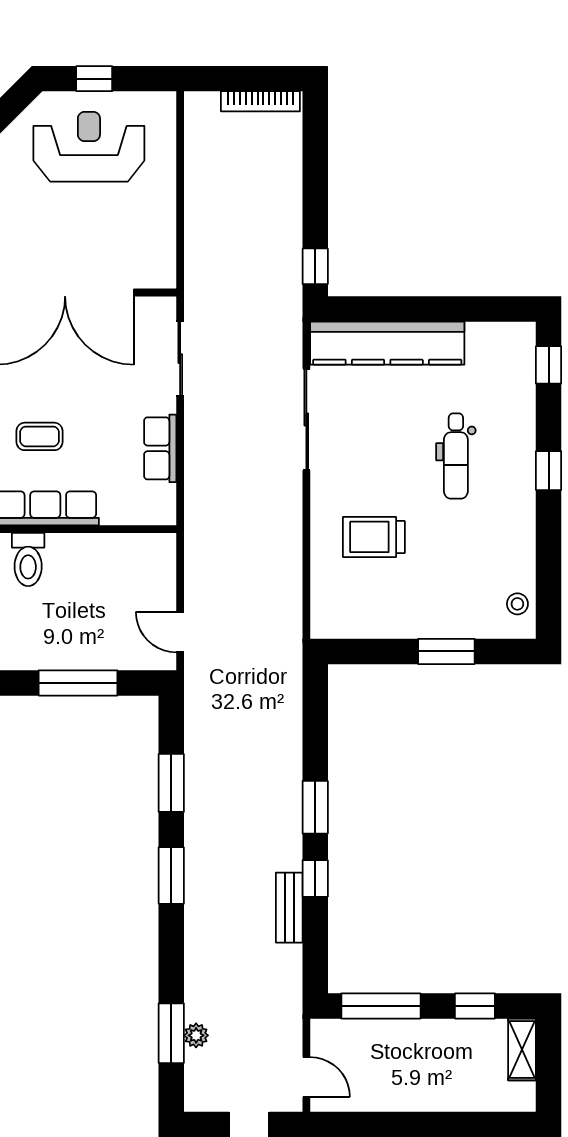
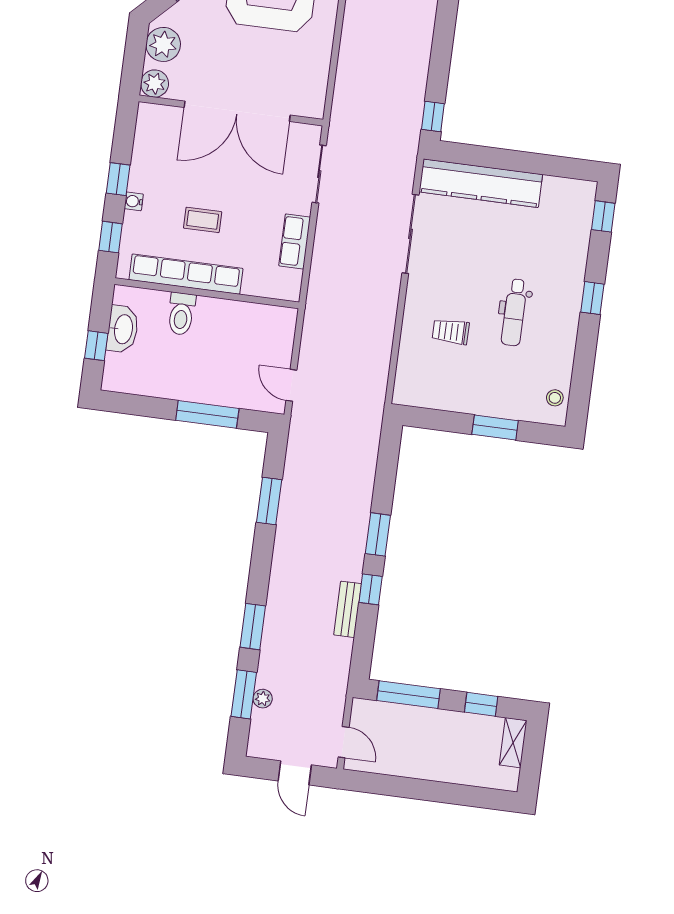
dental chair: (456, 456) -> (514, 312), moved
trolley: (374, 537) -> (451, 332), width x0.73, depth x0.72
window: (171, 876) -> (253, 627), moved

